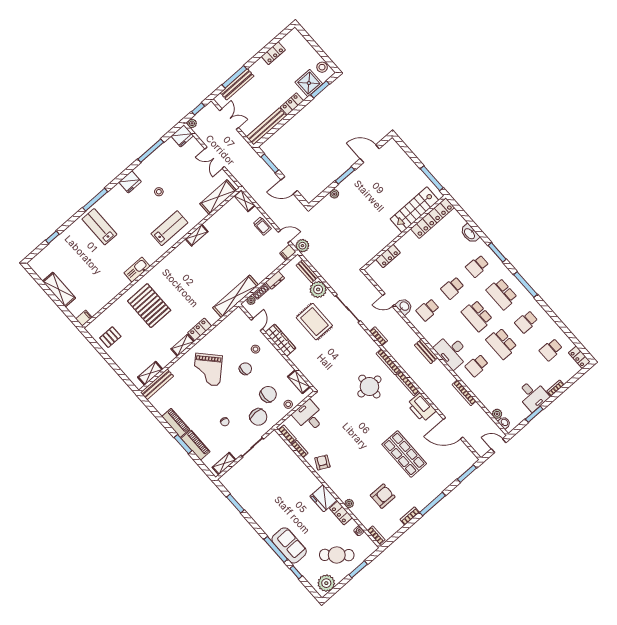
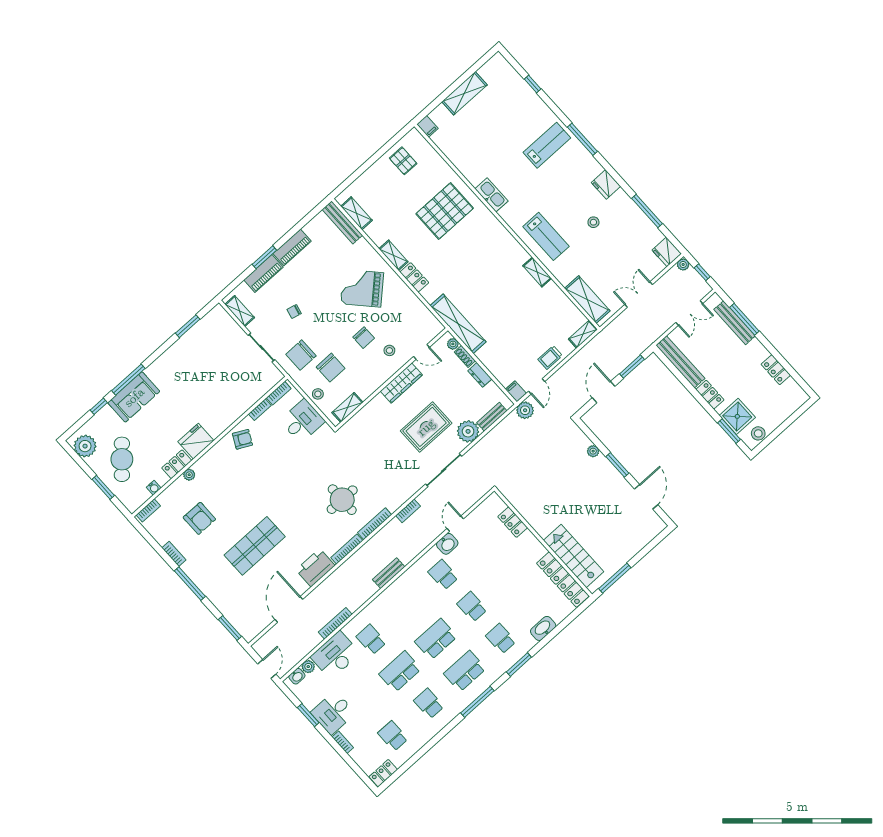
desk: (452, 351) -> (335, 655), moved

